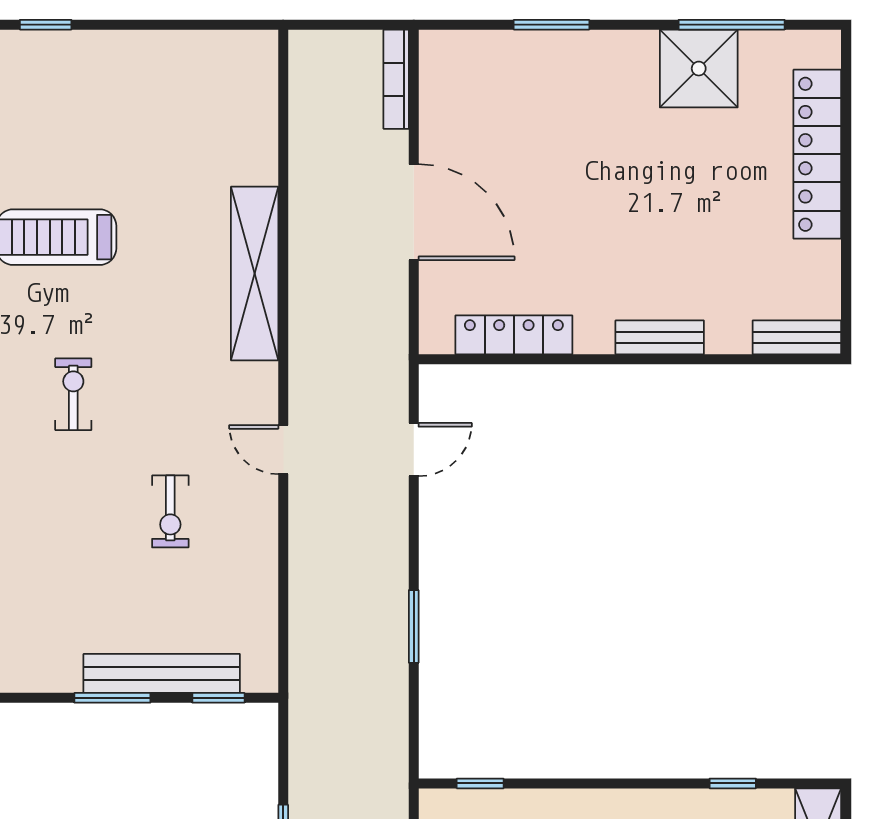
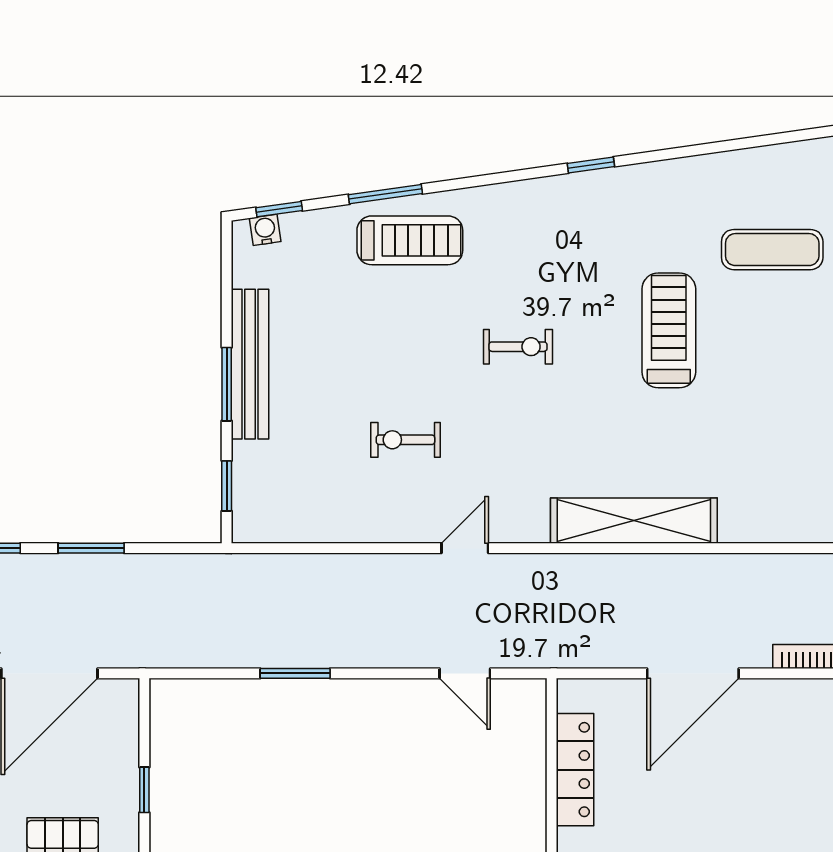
bench: (162, 673) -> (250, 364), moved
window: (480, 783) -> (144, 790), moved

